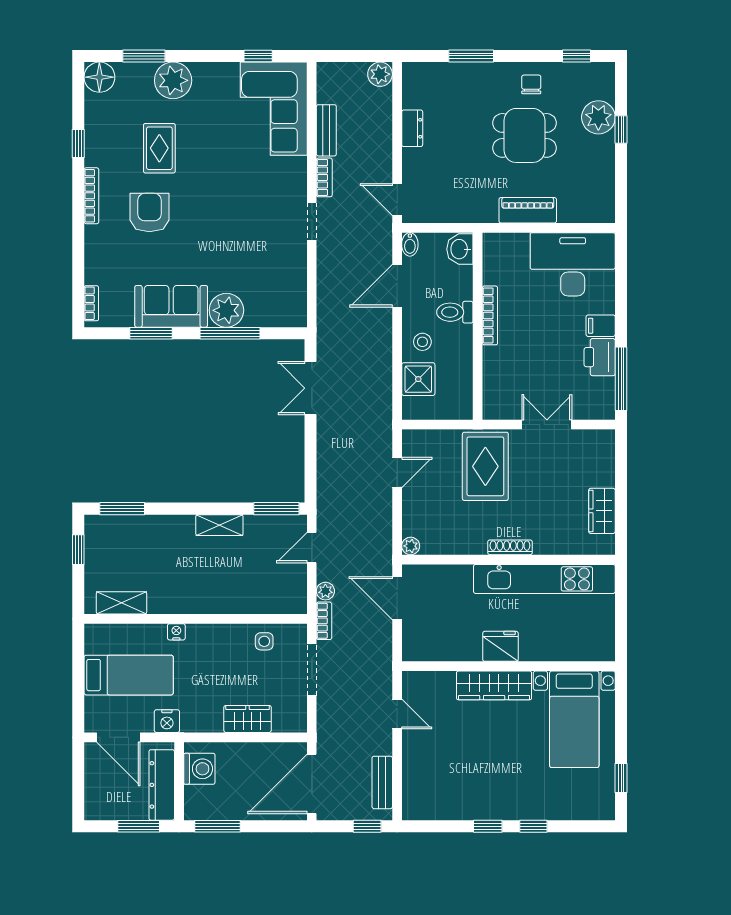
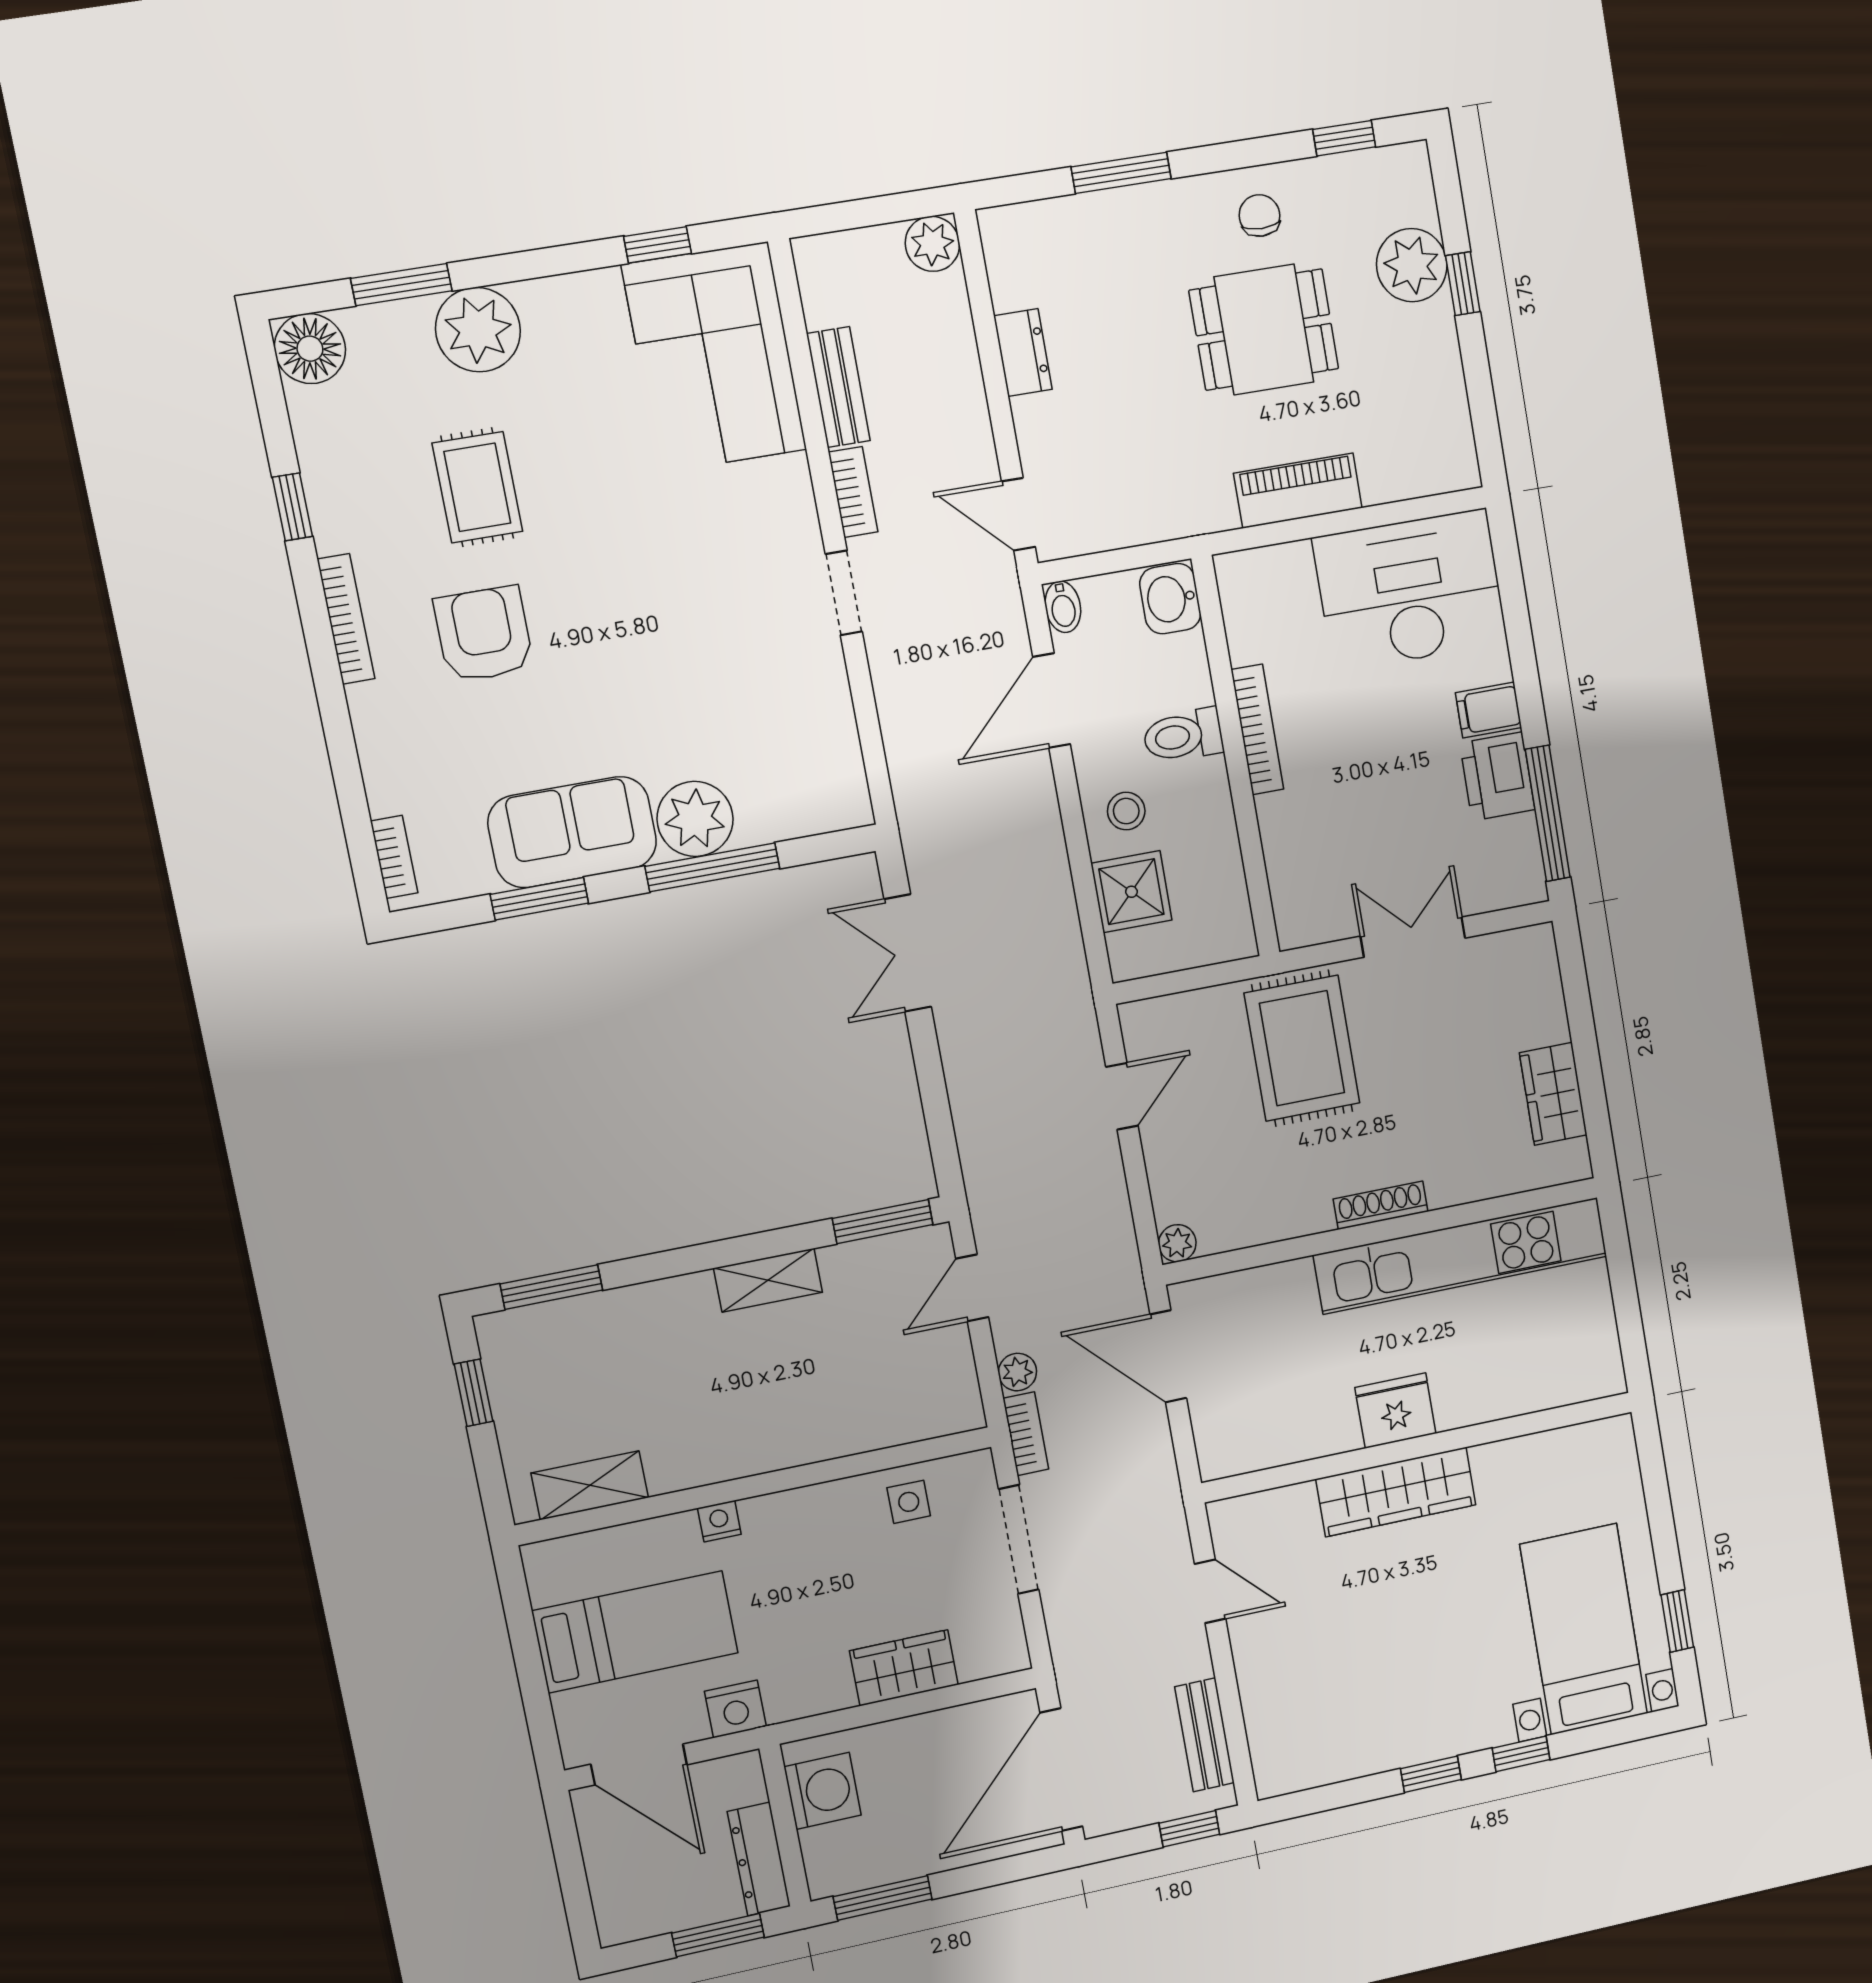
bed with nightstands: (574, 719) -> (1584, 1629), moved, turned 180
dresser: (162, 785) -> (759, 1859), width x0.73, depth x0.80

